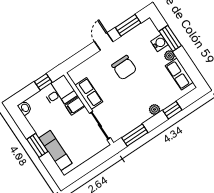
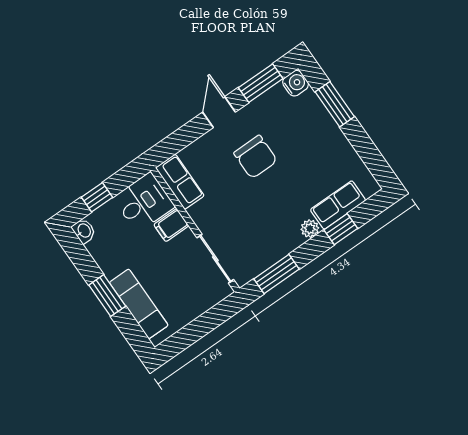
water cooler: (159, 43) -> (296, 83), moved
plant: (169, 56) -> (334, 134), removed
row of seats: (179, 74) -> (338, 205), moved, turned 90
window: (43, 82) -> (97, 197), moved
row of seats: (89, 93) -> (180, 182), moved

